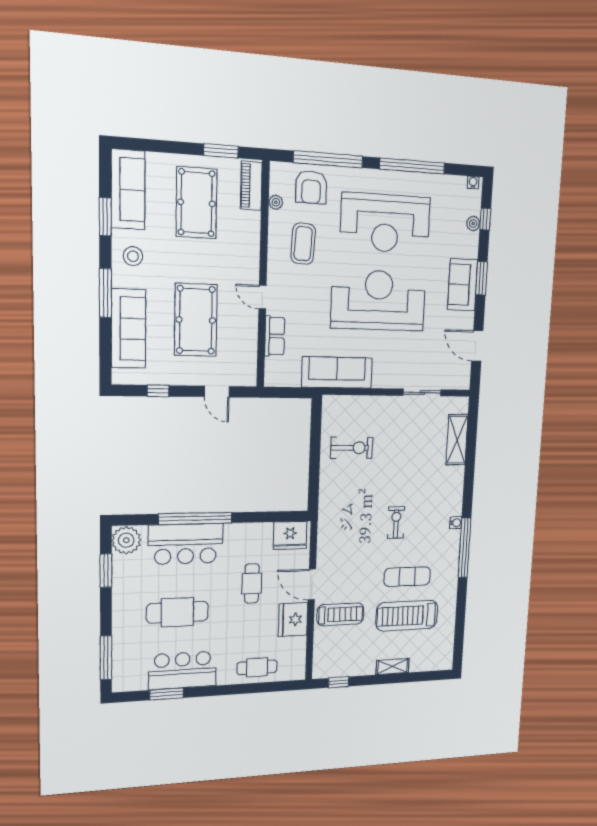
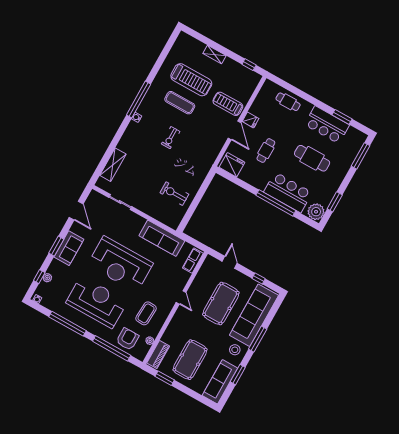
sofa: (129, 329) -> (254, 315), width x1.36, depth x1.27
row of seats: (275, 336) -> (193, 261), moved
fridge: (293, 620) -> (250, 120), width x0.53, depth x0.75

